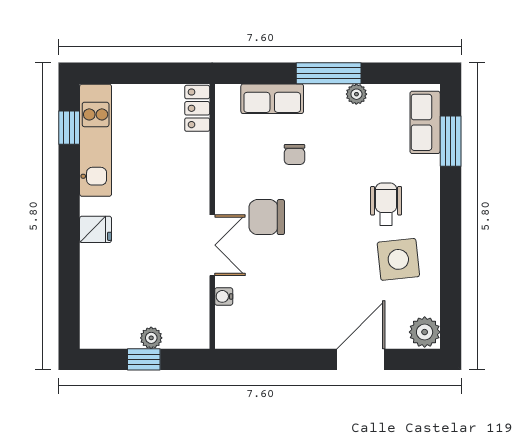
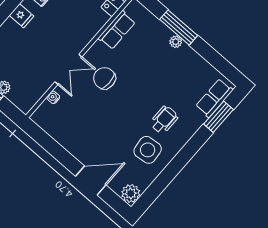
window: (329, 73) -> (179, 27), moved
plant: (356, 94) -> (176, 42), moved
row of seats: (272, 99) -> (117, 30), moved, turned -90
chair: (295, 155) -> (142, 61), removed

